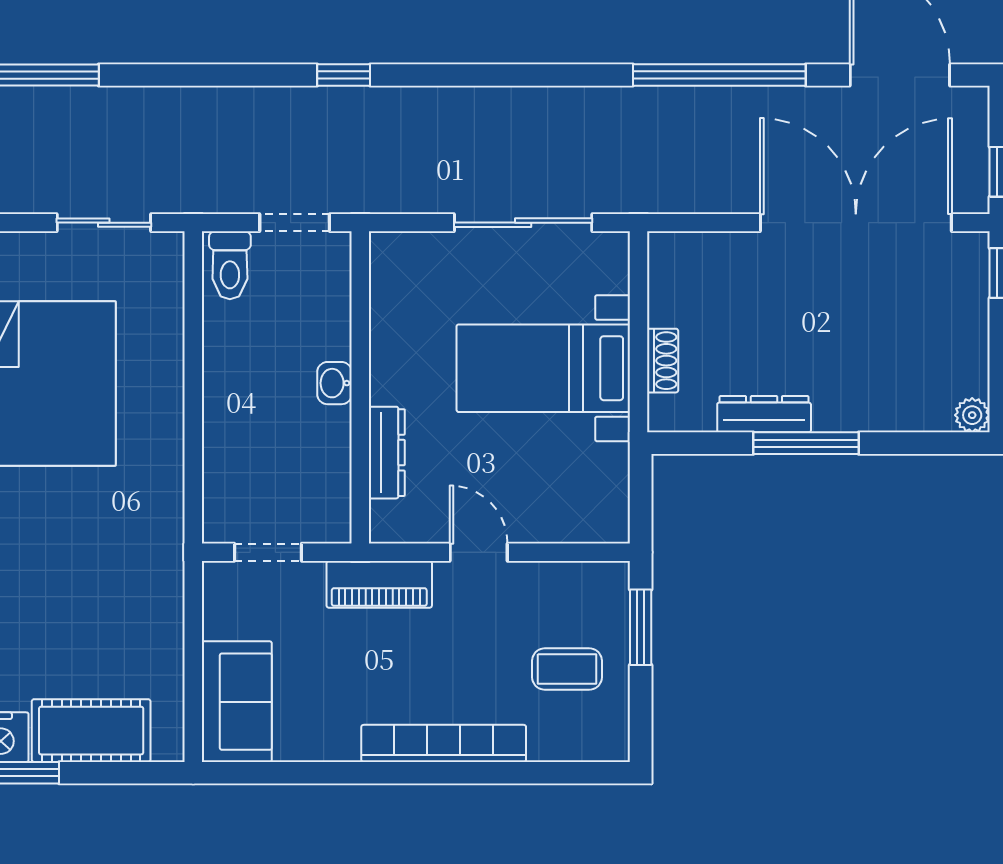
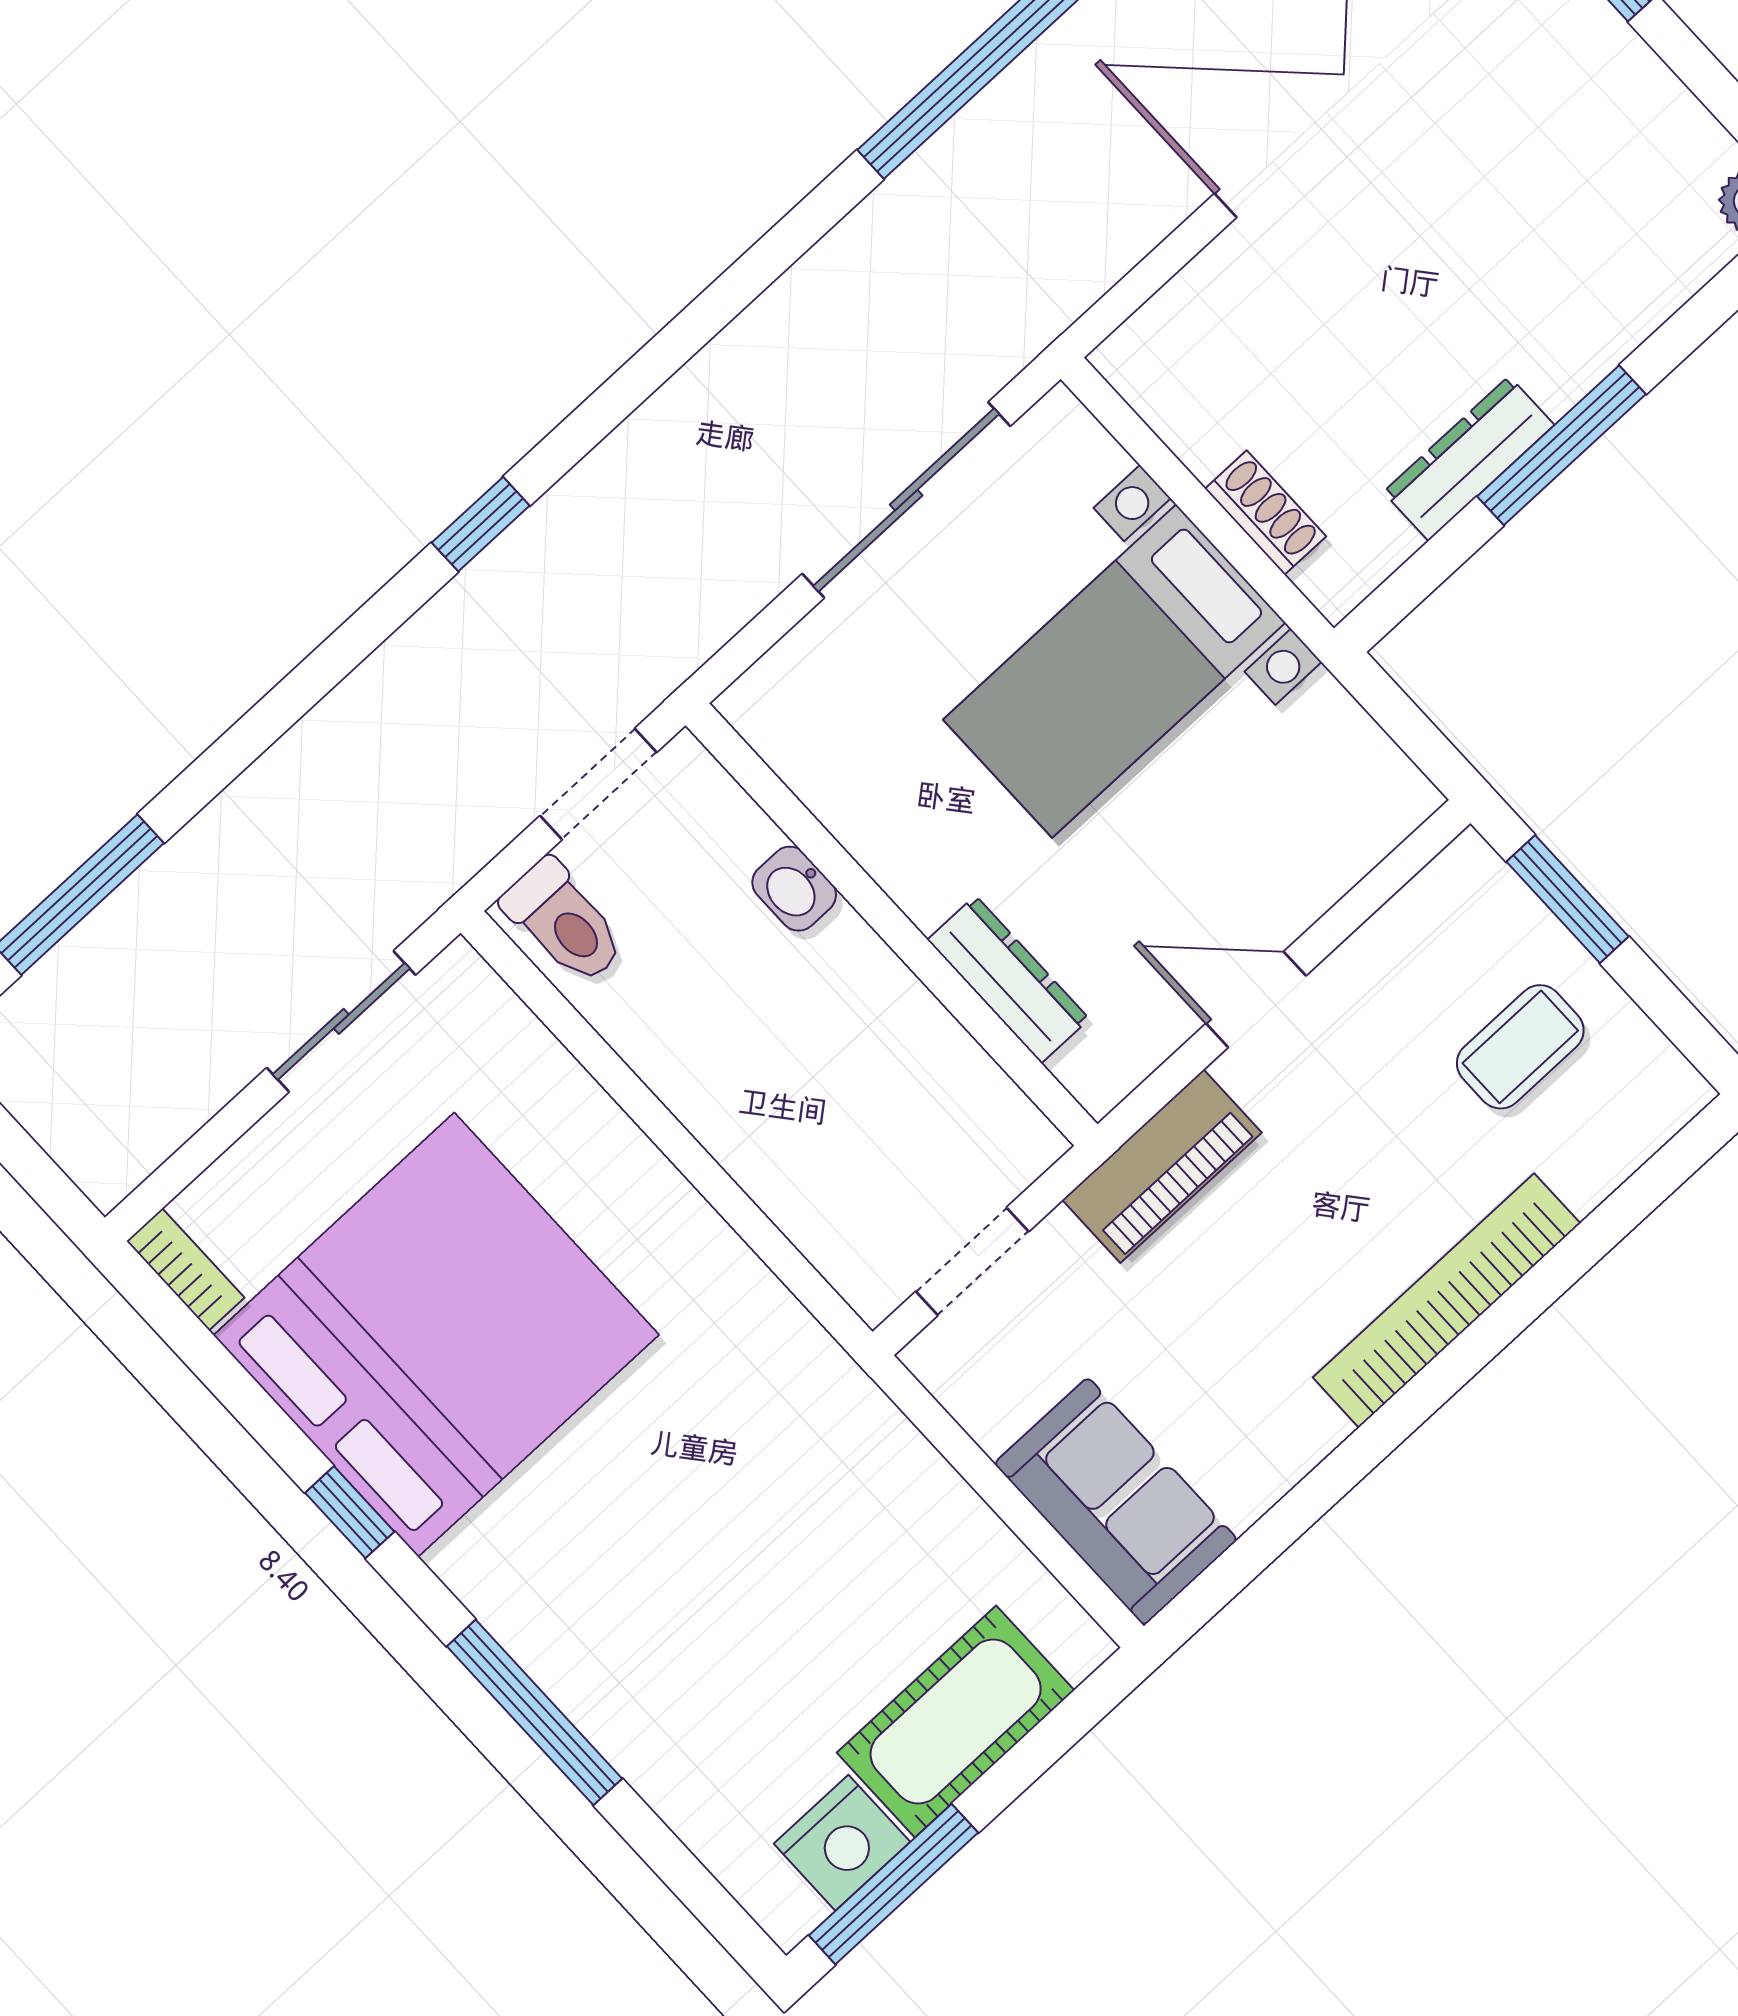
washbasin: (334, 383) -> (794, 889), moved

